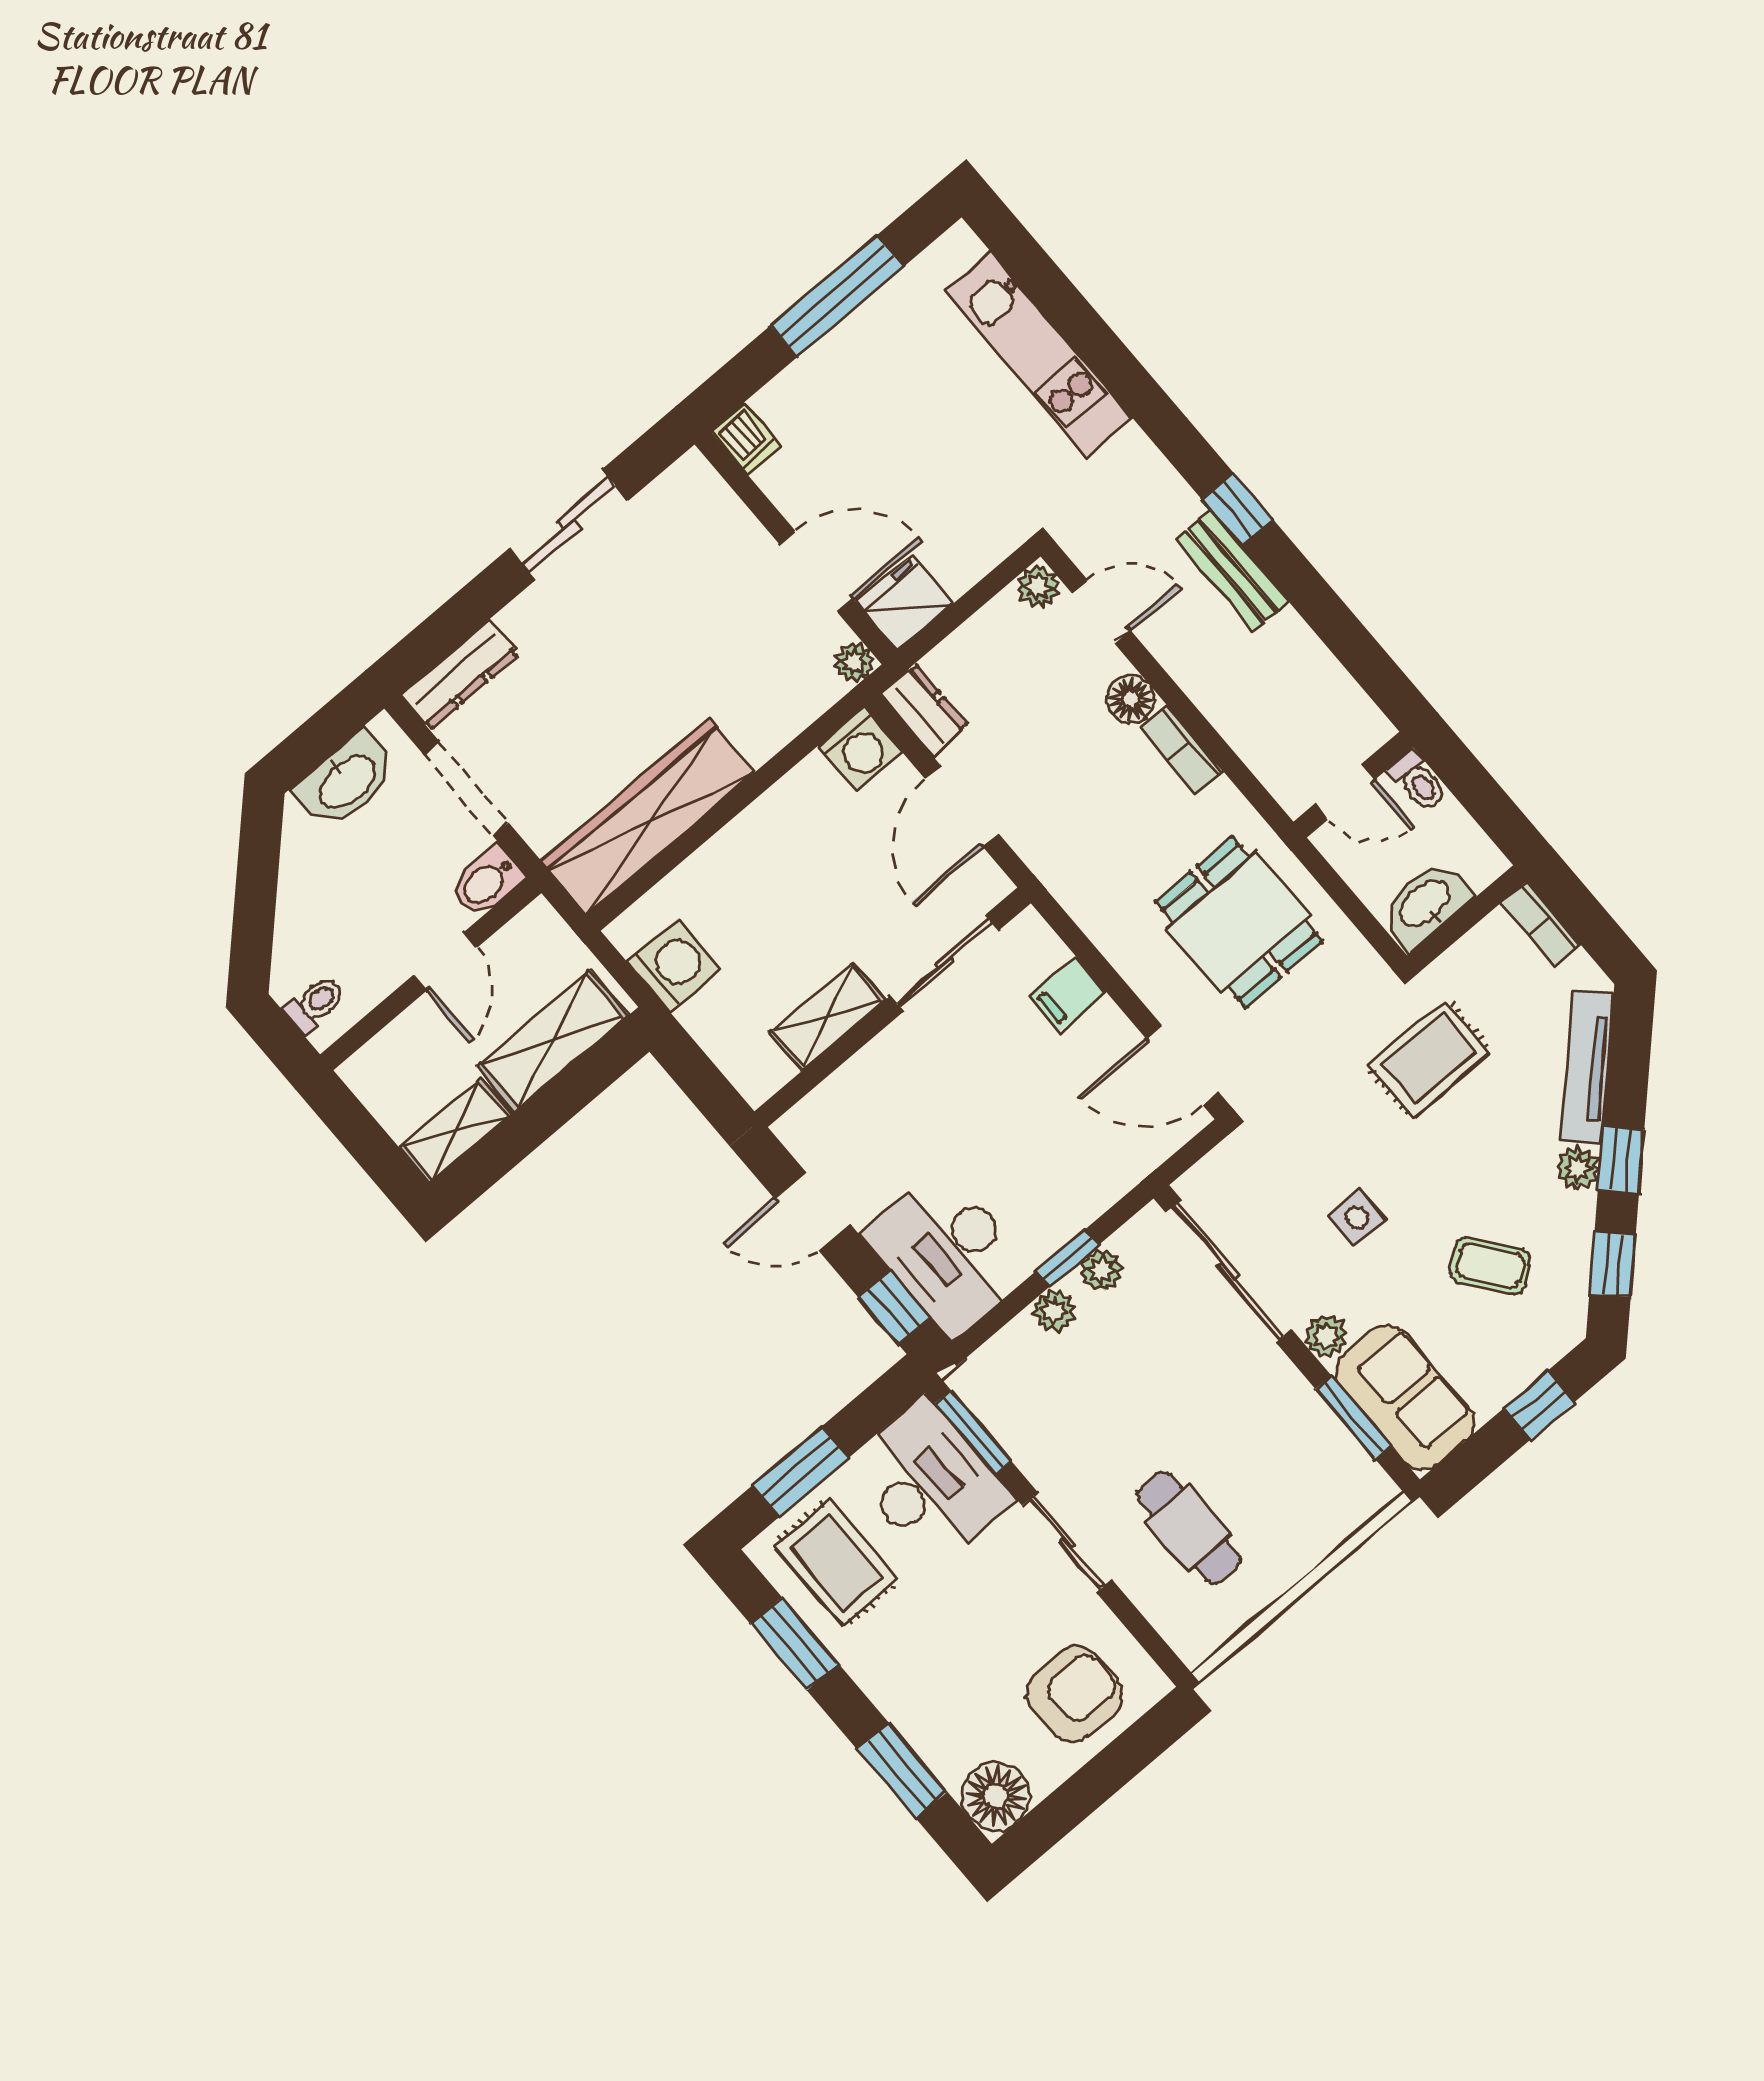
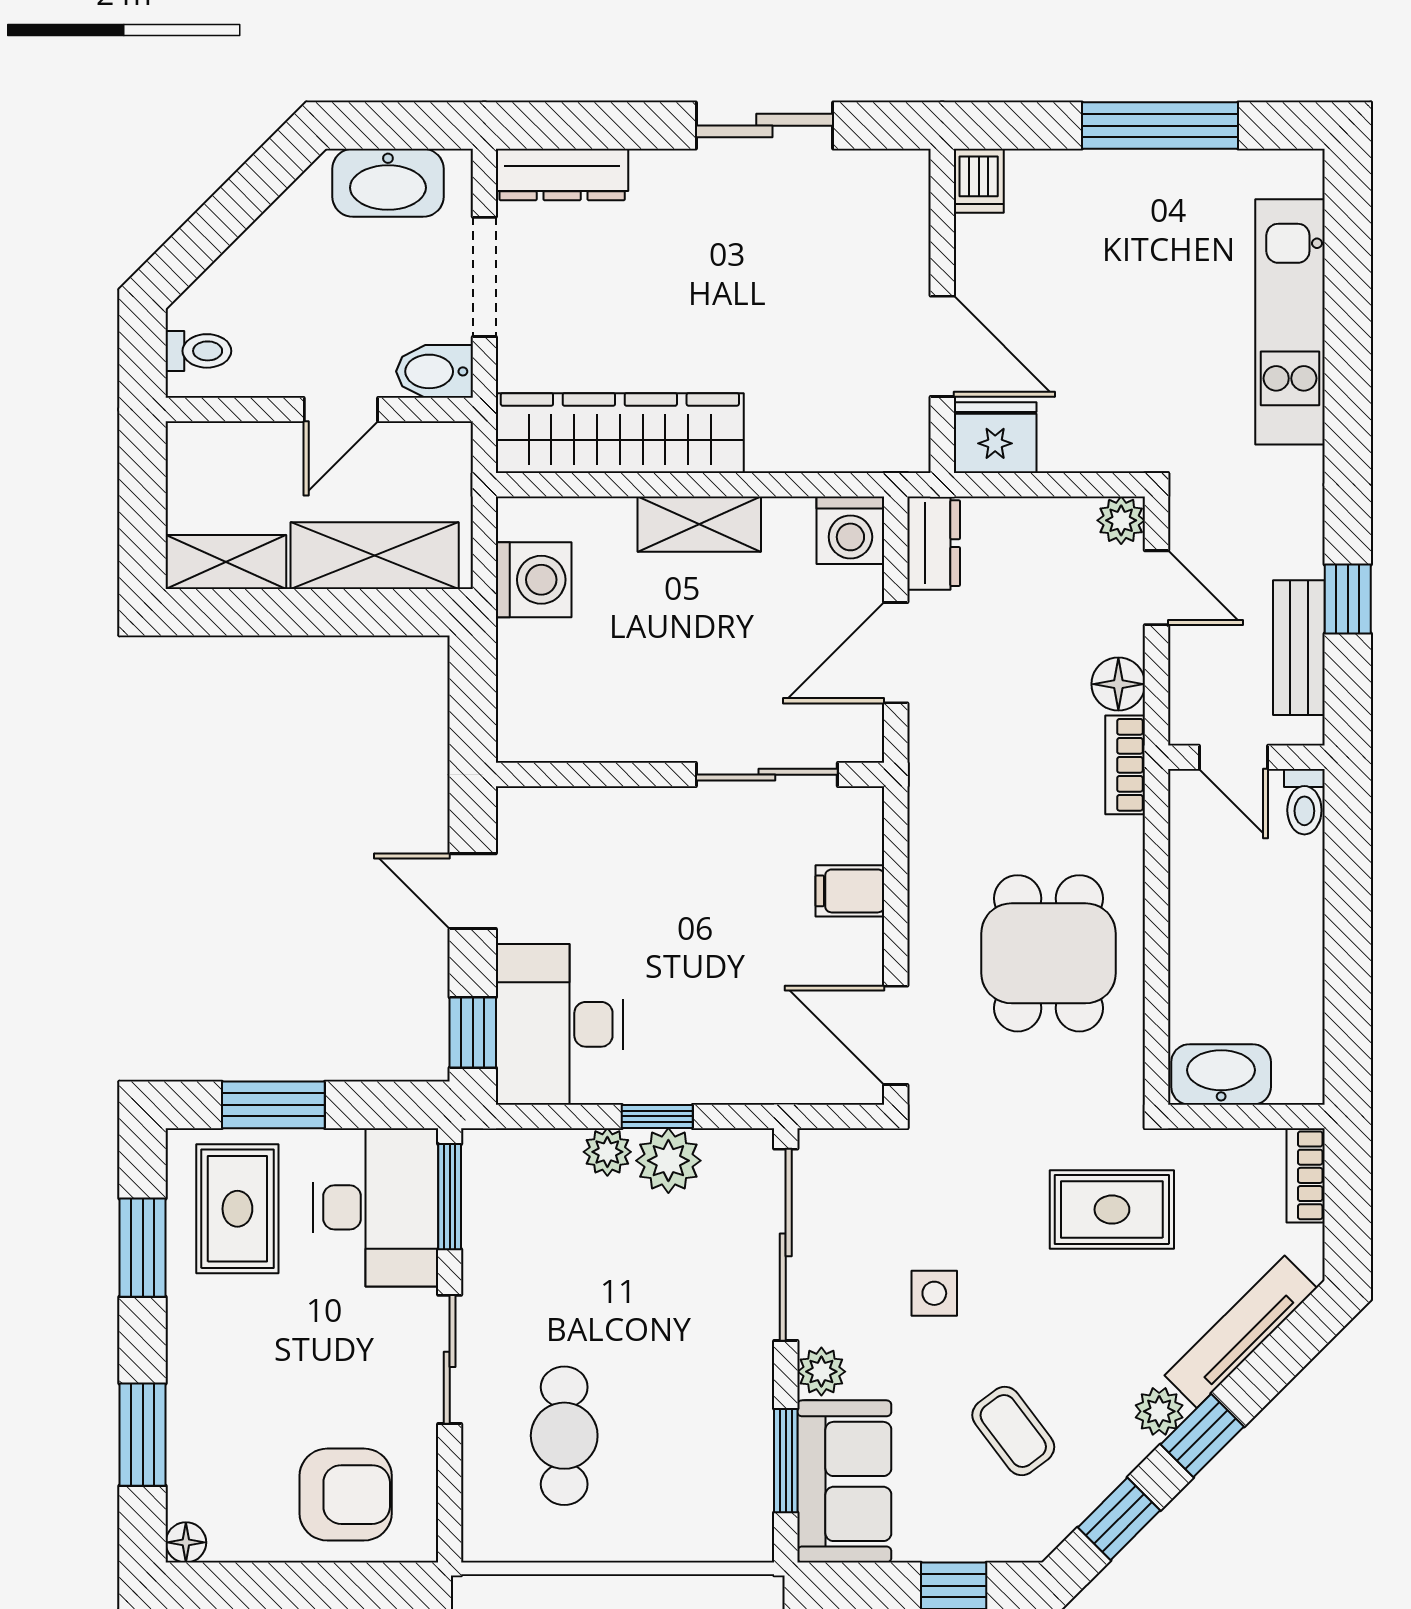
plant: (854, 662) -> (909, 451), removed
toilet: (1418, 781) -> (1304, 802), moved
wall: (1353, 785) -> (1246, 757), moved
door: (1344, 792) -> (1233, 757), moved
shelving: (828, 1016) -> (699, 524), moved
plant: (1101, 1270) -> (668, 1161), width x1.38, depth x1.38
floor lamp: (996, 1796) -> (186, 1542), width x0.53, depth x0.53

